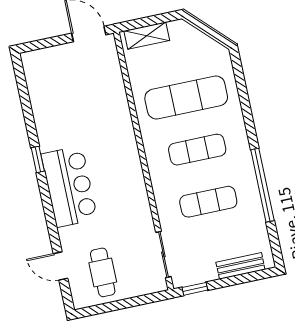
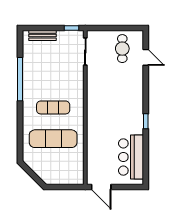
shelving: (147, 36) -> (68, 179), removed
bar counter: (69, 187) -> (131, 157), moved
exercise mat: (208, 202) -> (53, 76), removed

